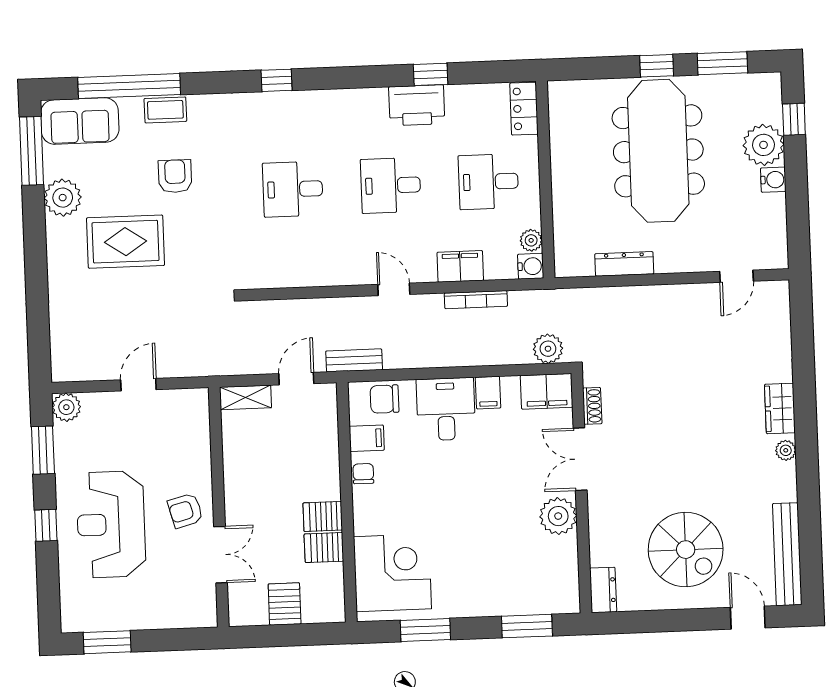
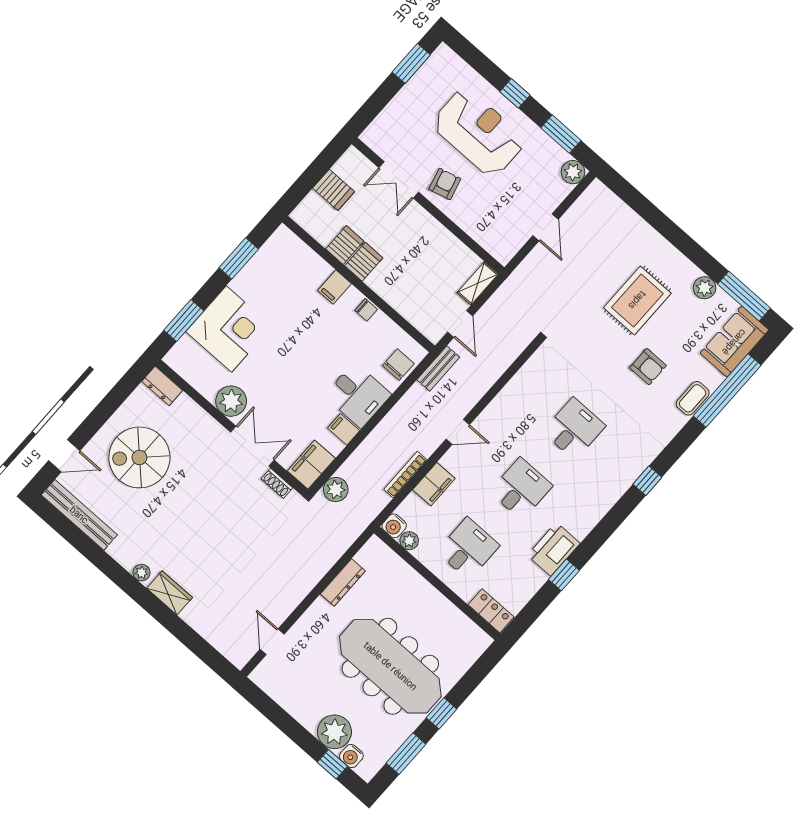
water cooler: (773, 180) -> (351, 756), moved
plant: (63, 198) -> (705, 288), width x0.73, depth x0.73
filing cabinet: (367, 438) -> (334, 287), moved
corner desk: (392, 573) -> (229, 329), moved, turned -90

